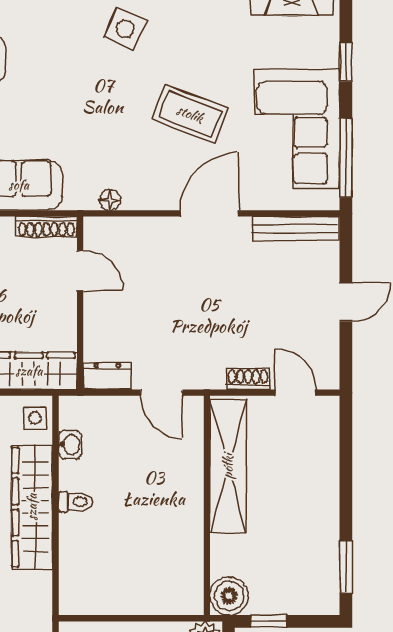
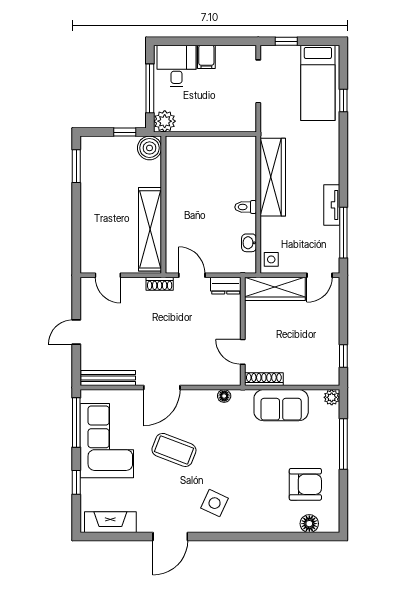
shoe rack: (248, 379) -> (160, 284), moved
wardrobe: (32, 507) -> (273, 177), moved

